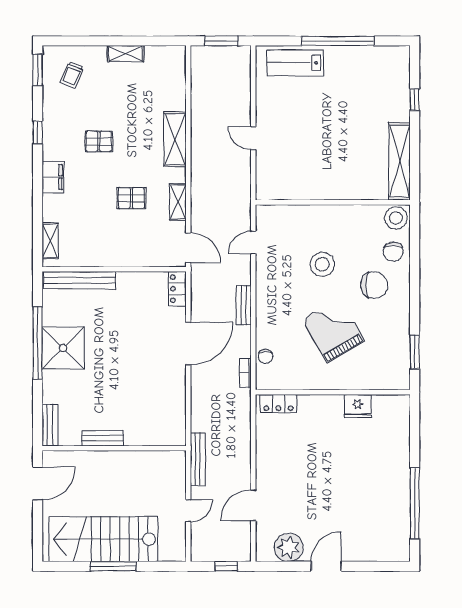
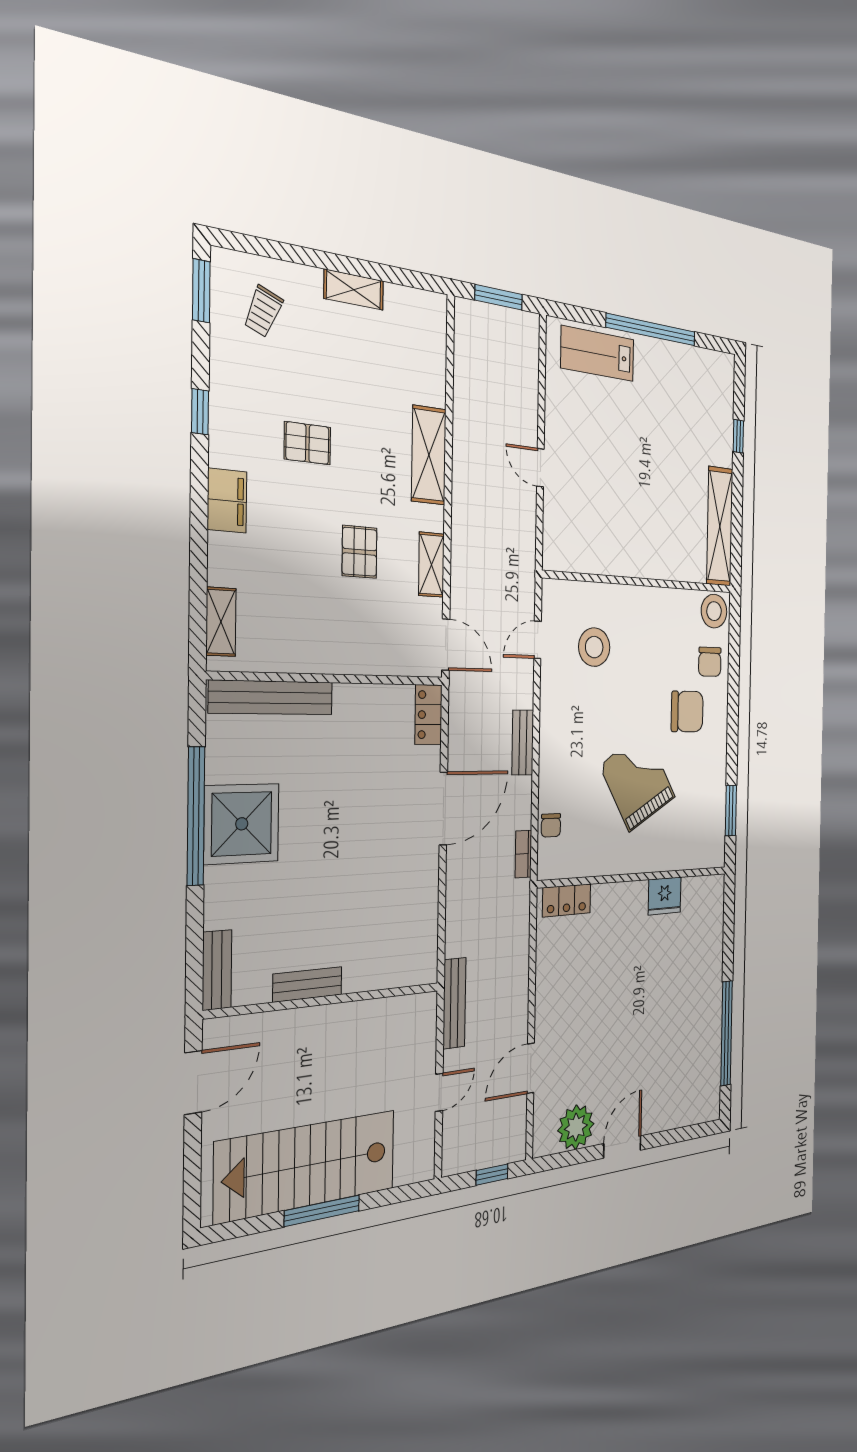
pallet: (131, 198) -> (360, 552), turned 90
stool: (322, 264) -> (594, 647), moved

